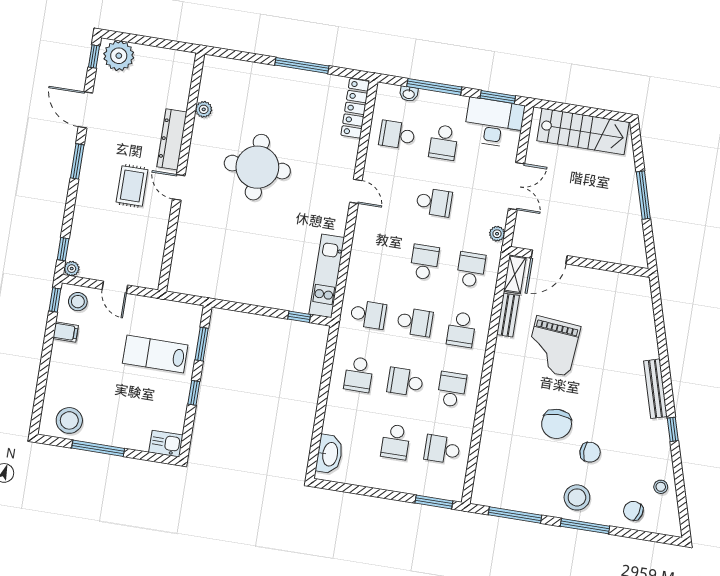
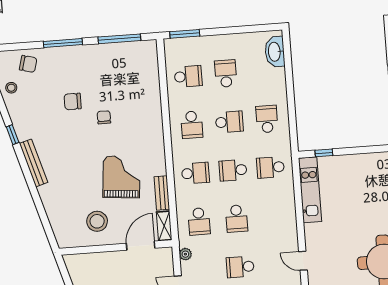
school desk: (461, 329) -> (195, 173), turned 90
chair: (557, 424) -> (104, 117), width x0.54, depth x0.54
stool: (577, 497) -> (97, 221), moved

